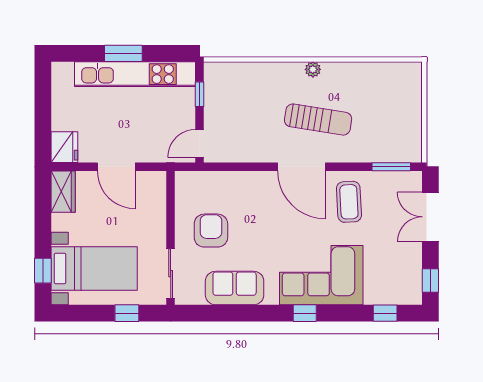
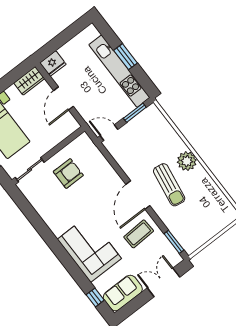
plant: (313, 69) -> (187, 161), width x1.88, depth x1.88
window: (199, 94) -> (135, 113), width x1.50
window: (430, 281) -> (130, 308), removed
sofa: (235, 288) -> (123, 293), moved, turned -90
window: (305, 313) -> (63, 256), removed

